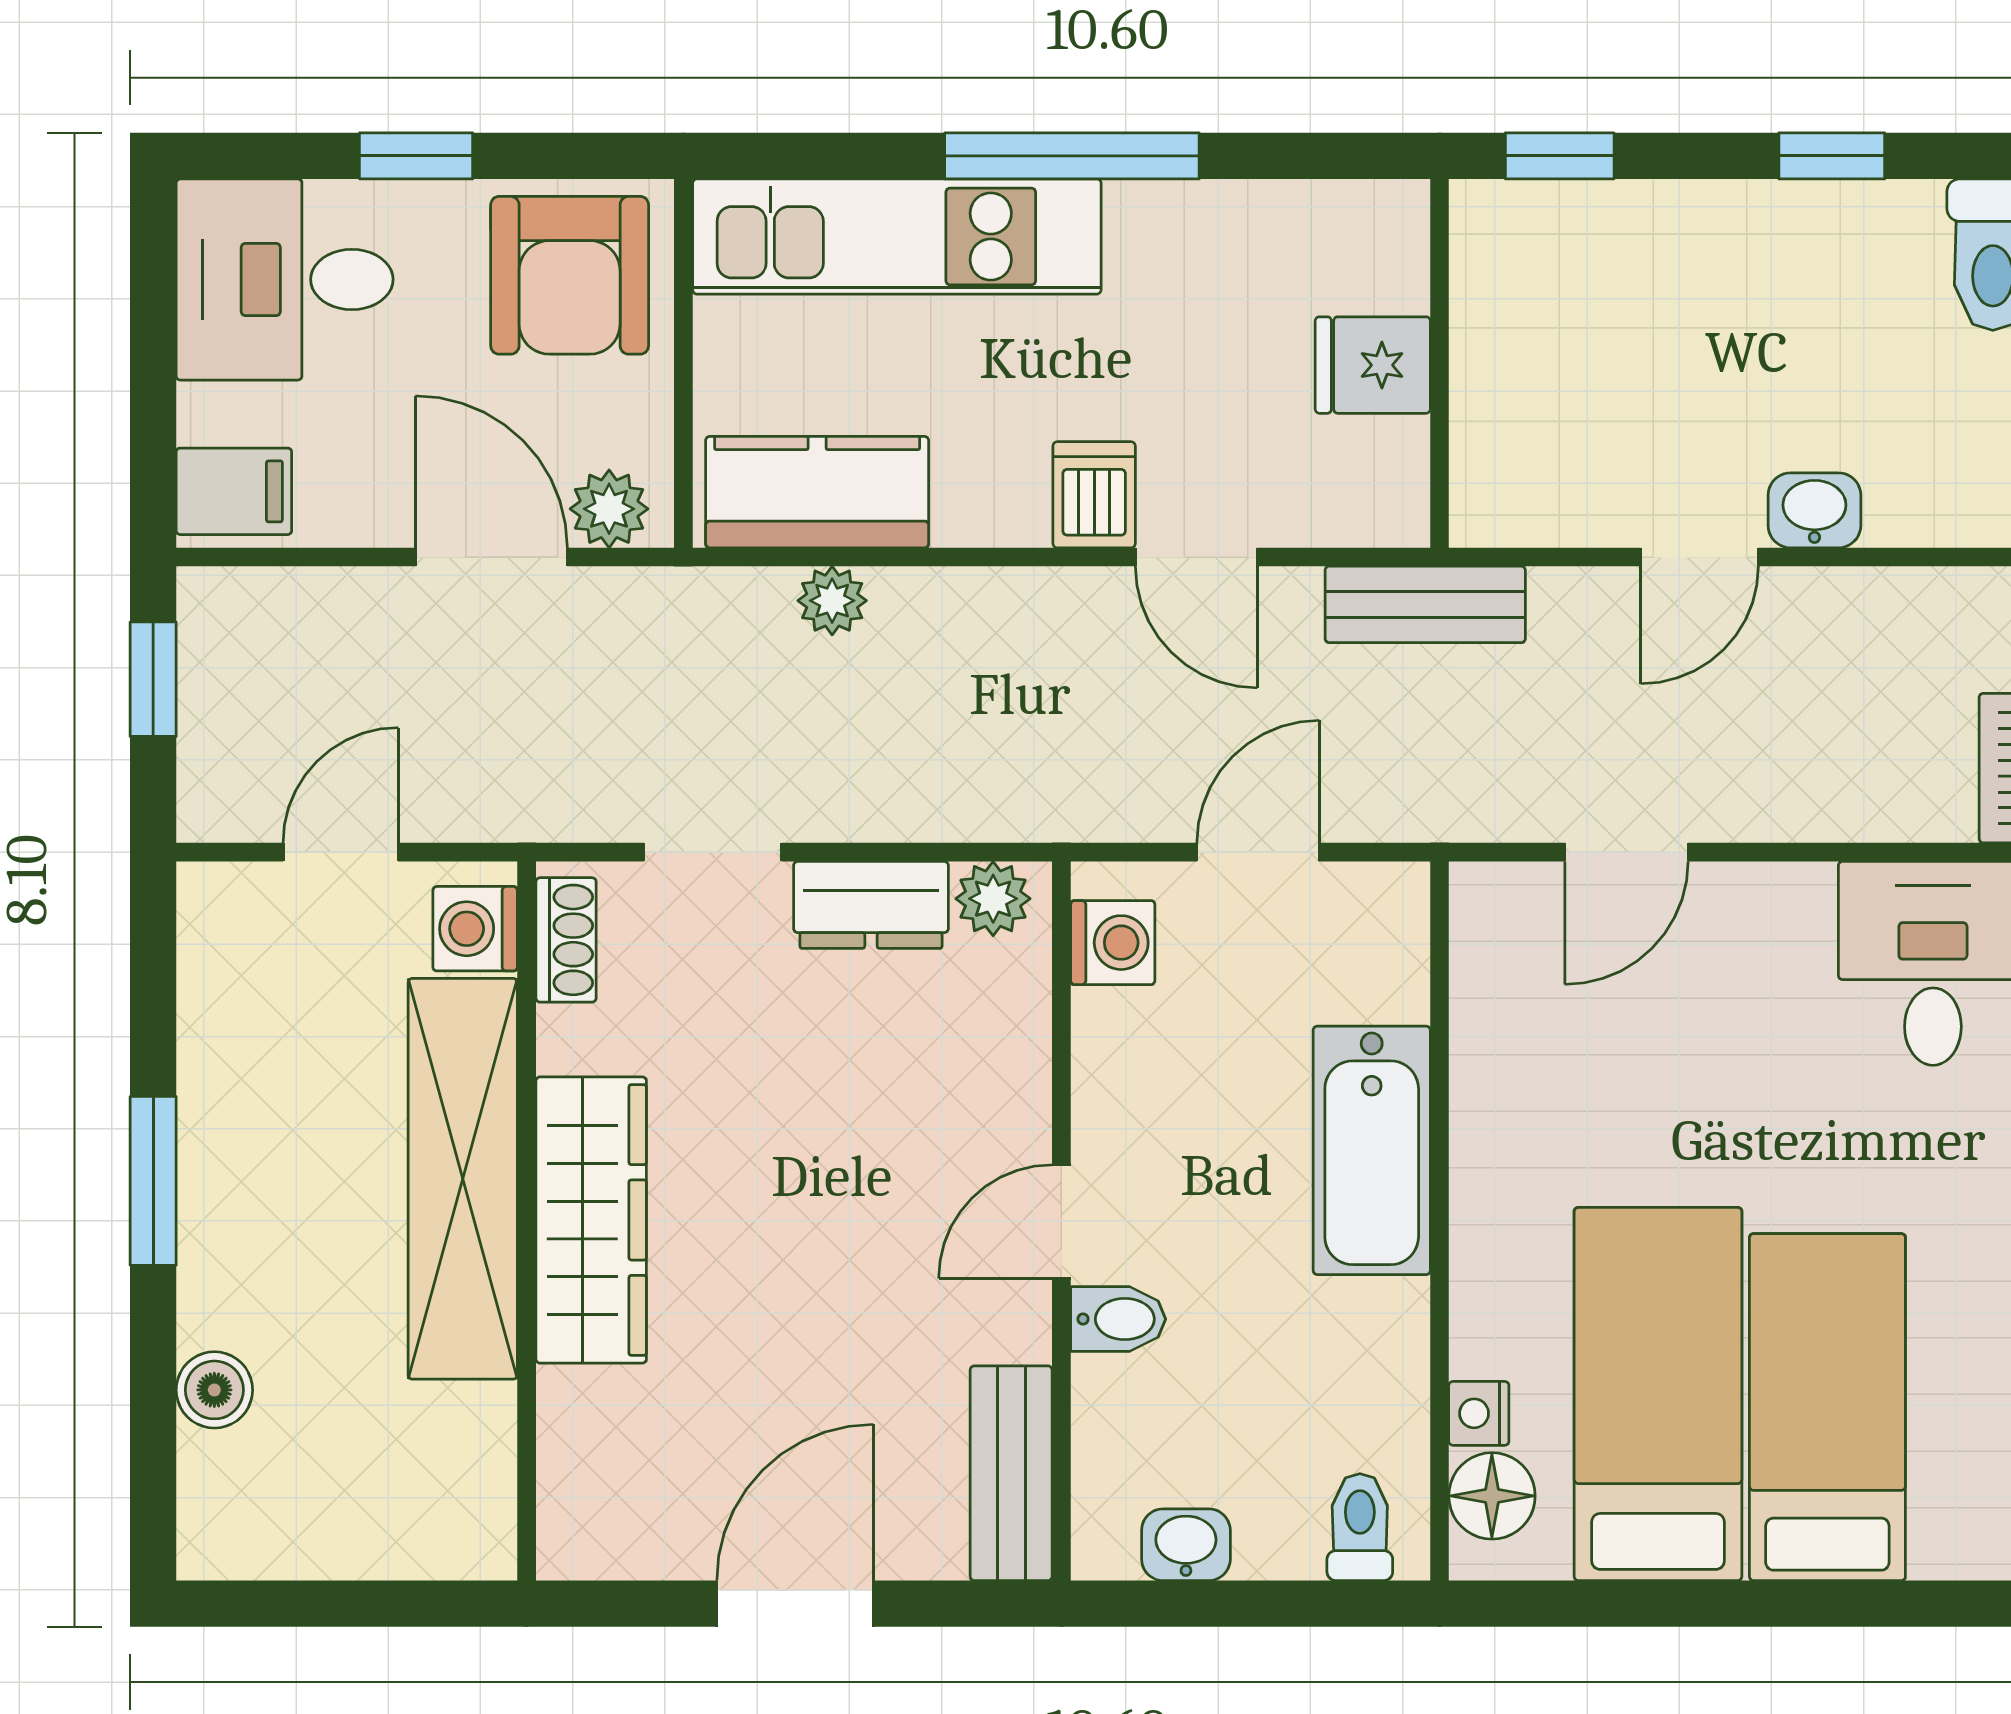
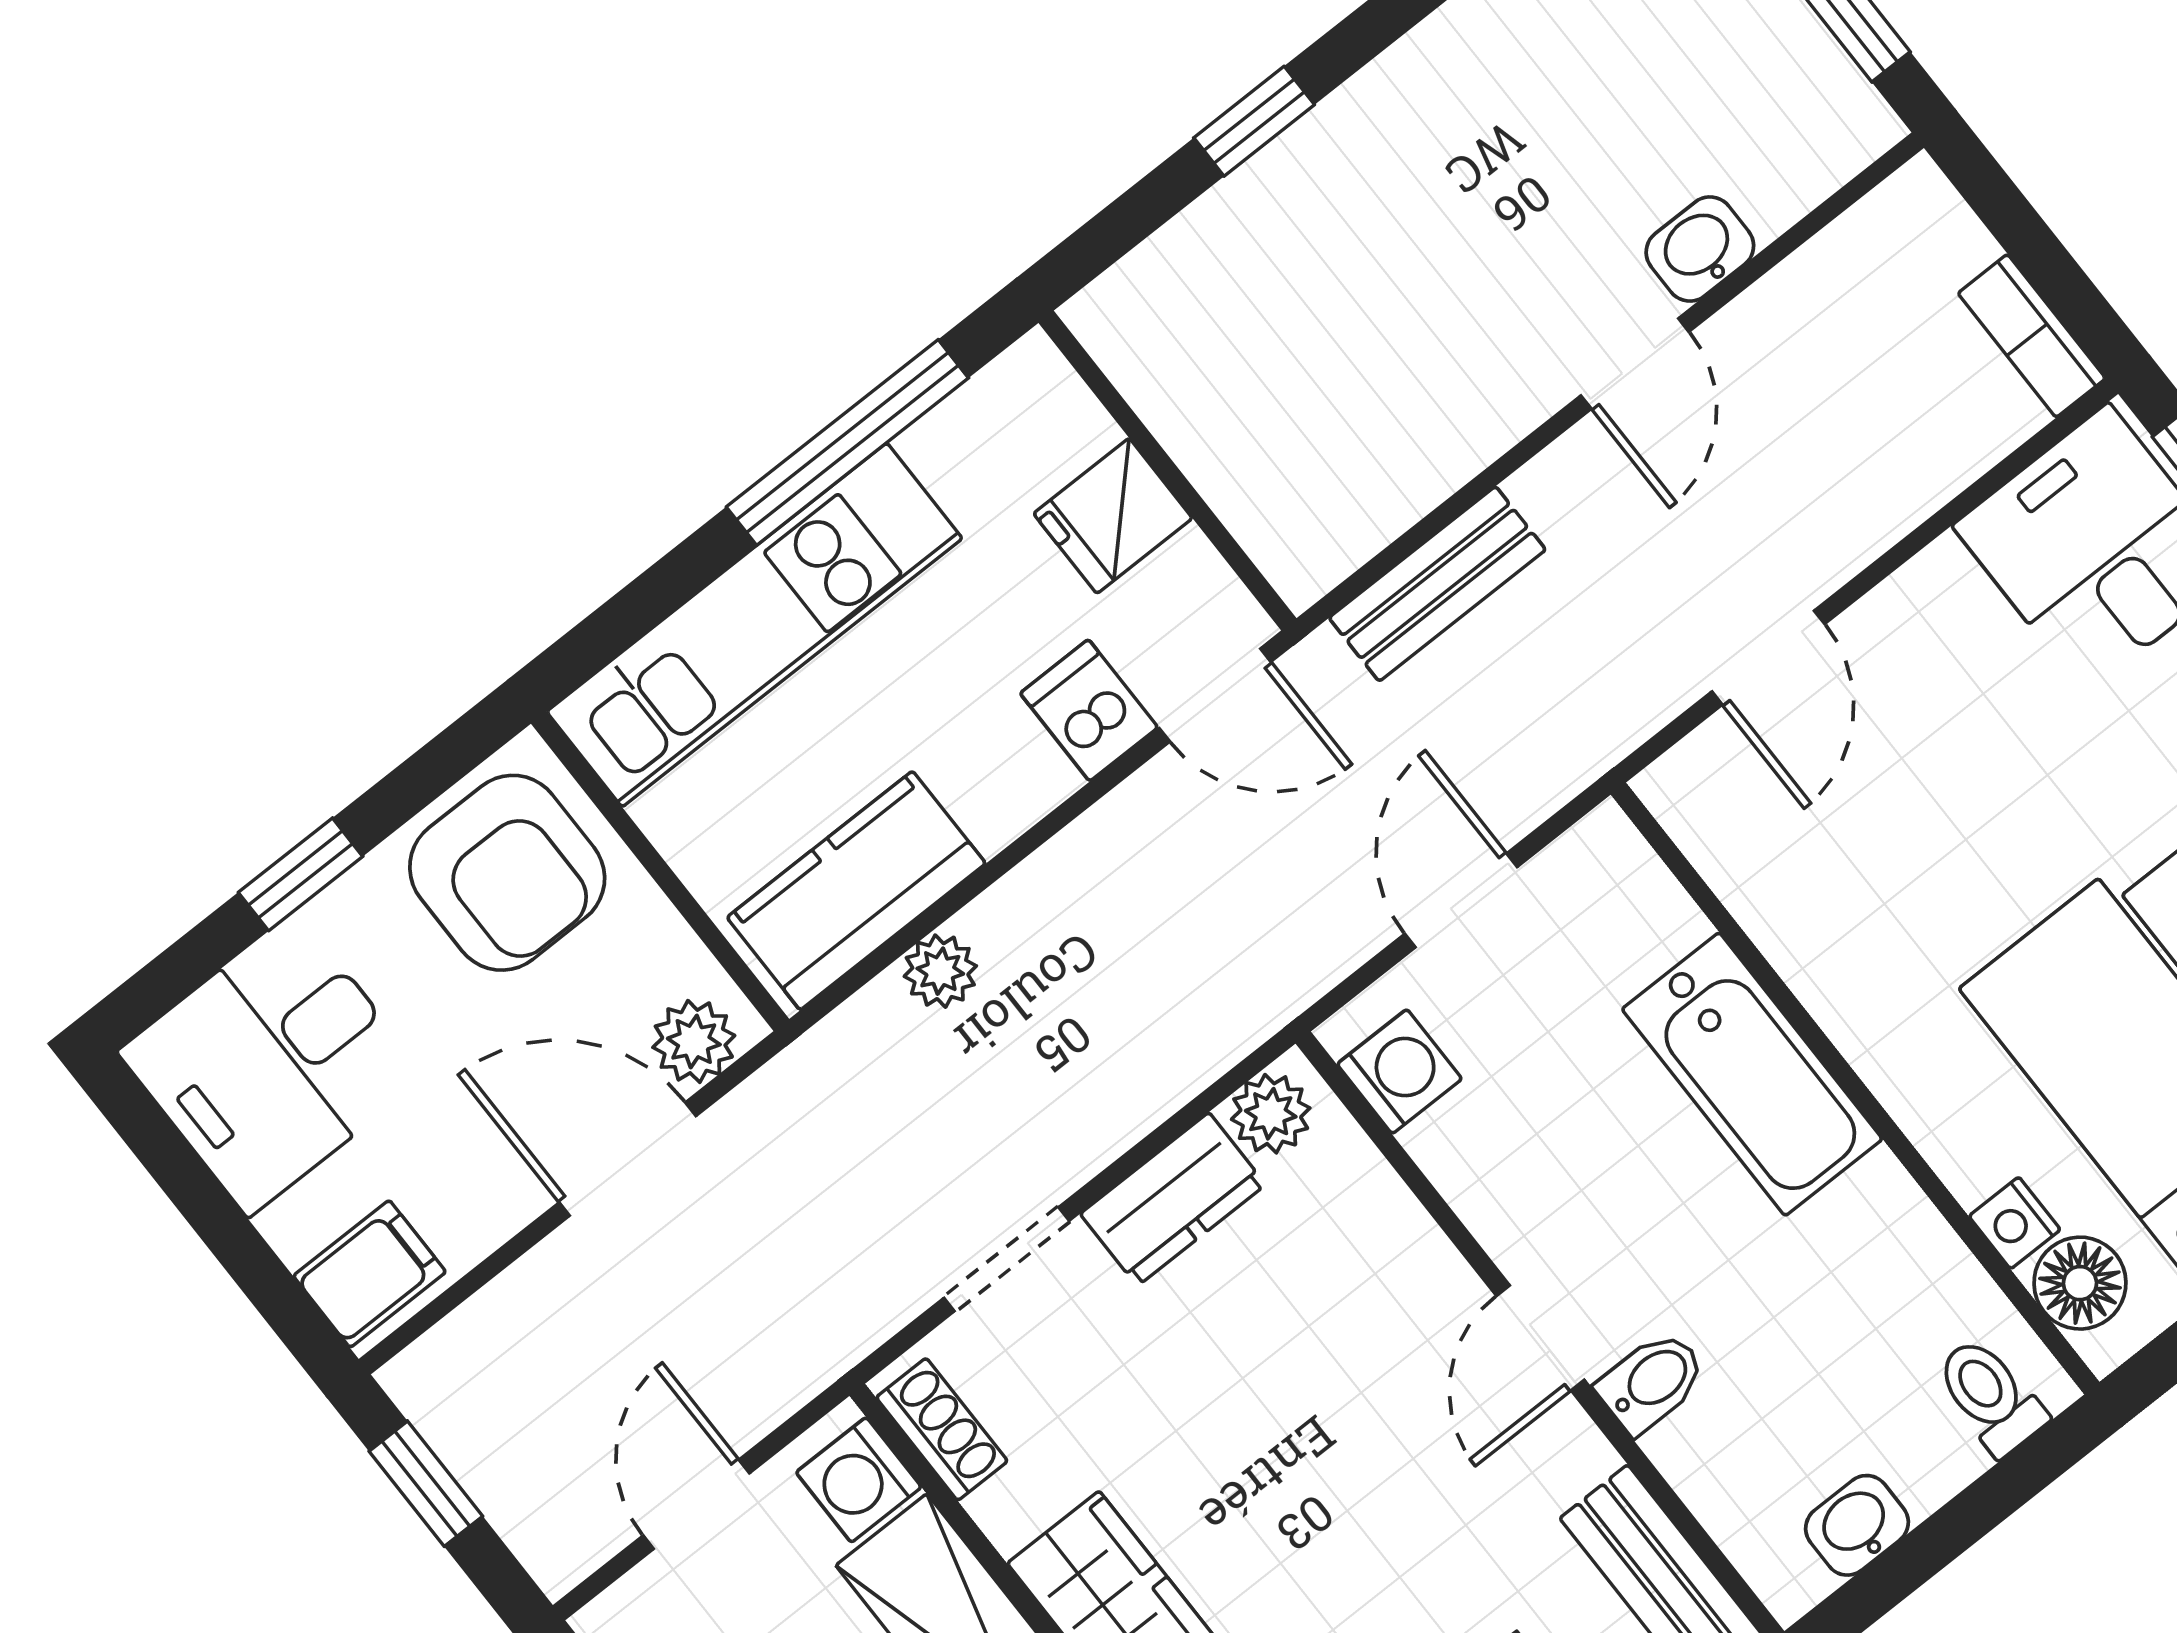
wall: (1439, 363) -> (1167, 471), moved
fridge: (1373, 365) -> (1113, 516), moved

